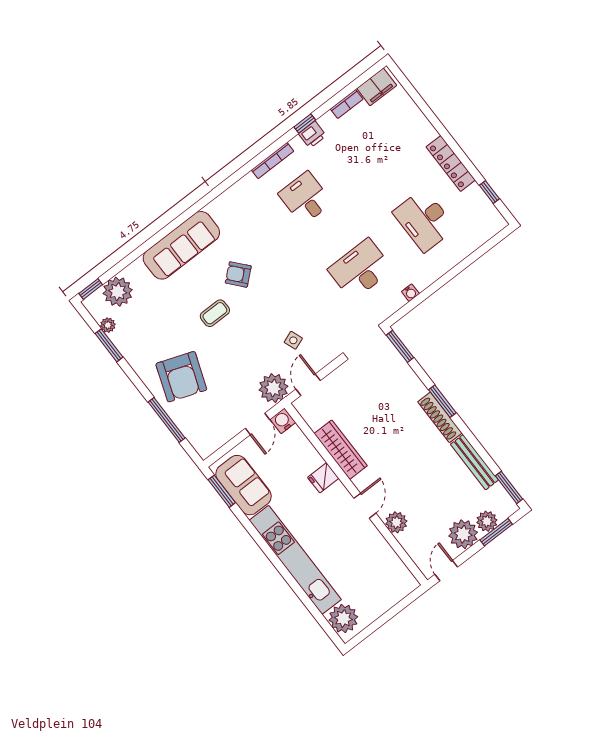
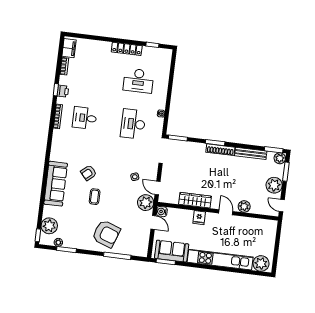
plant: (487, 521) -> (280, 158), moved

